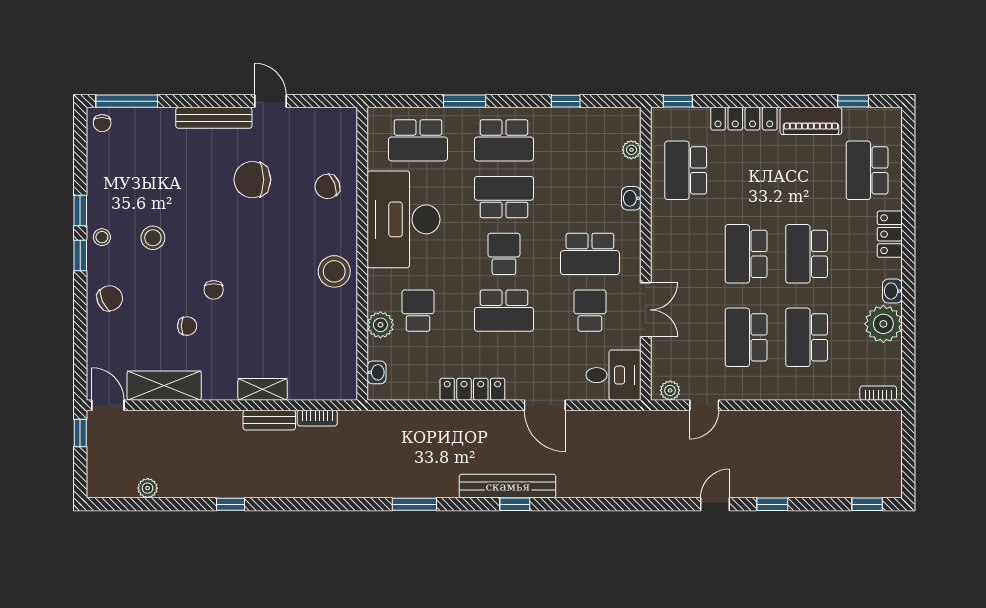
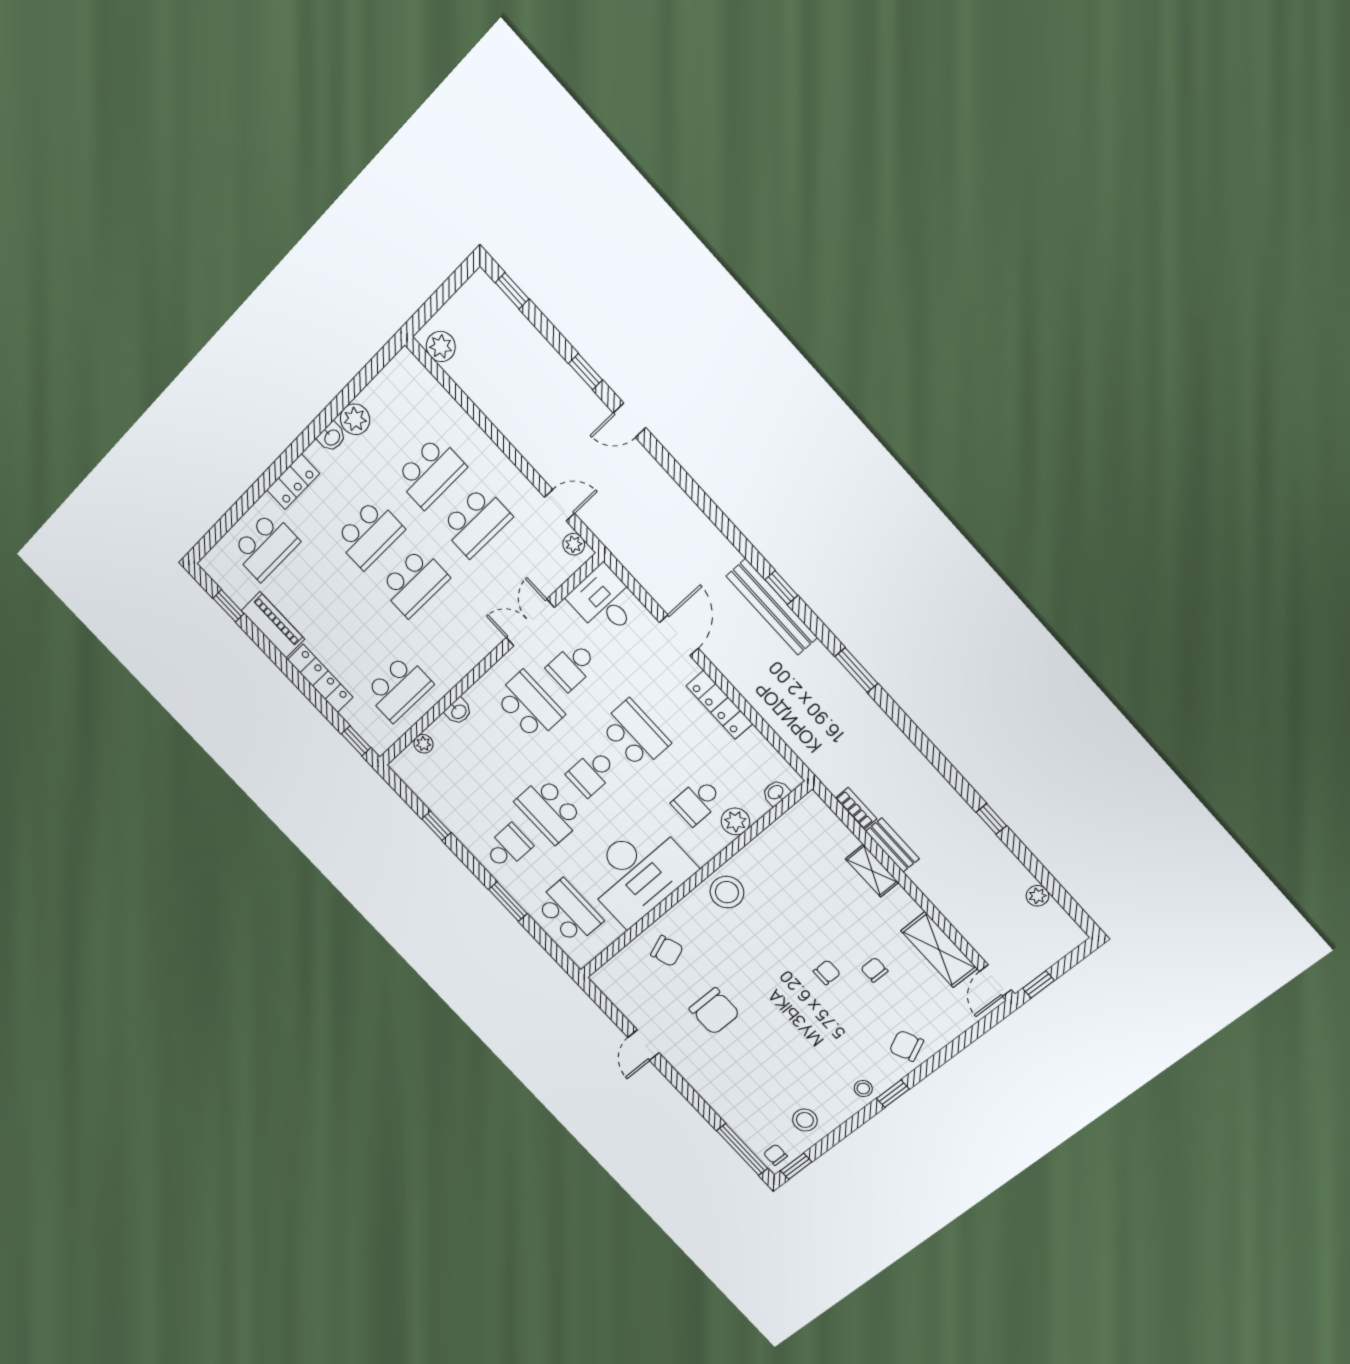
bench: (214, 118) -> (695, 1077), removed
chair: (102, 123) -> (775, 1155), turned -90
school desk: (504, 140) -> (508, 847), width x0.54
window: (80, 211) -> (796, 1166), moved
stool: (153, 238) -> (805, 1120), moved
plant: (883, 324) -> (355, 419), width x0.73, depth x0.73
bookcase: (878, 393) -> (418, 370), removed
plant: (878, 423) -> (441, 346), added

